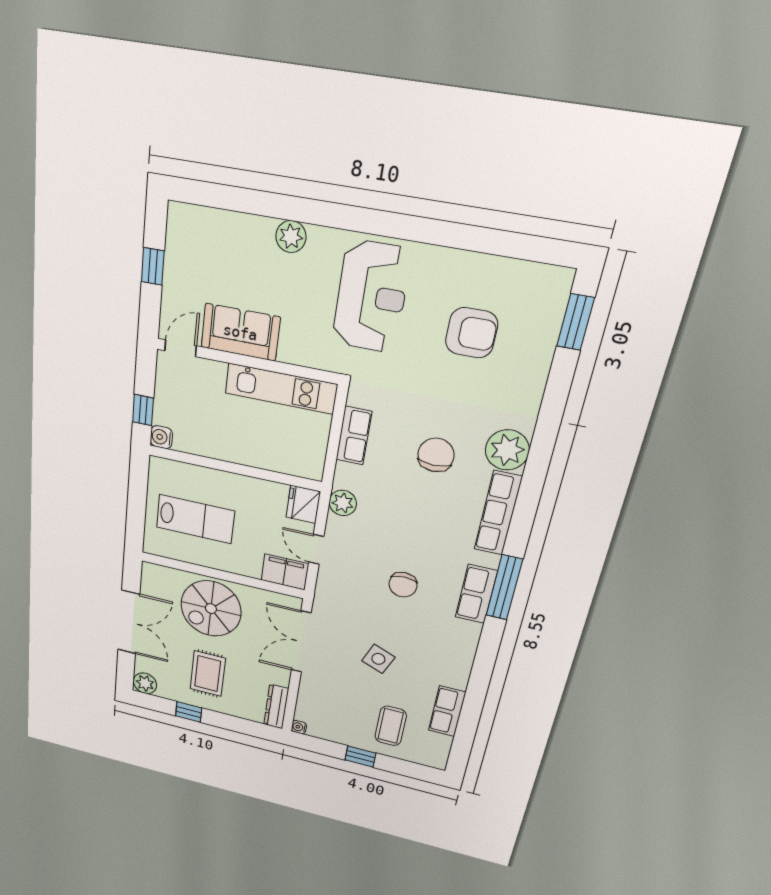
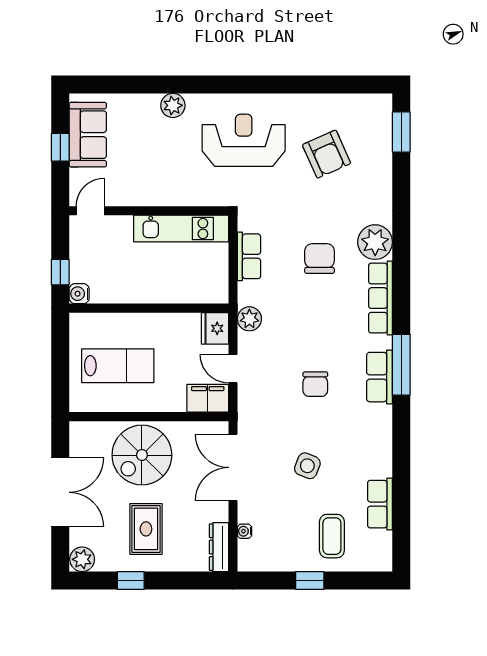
reception desk: (371, 297) -> (244, 140), turned -90
sofa: (240, 332) -> (88, 135), moved, turned 90
armchair: (472, 333) -> (327, 154), turned 66
water cooler: (299, 727) -> (245, 531), moved

